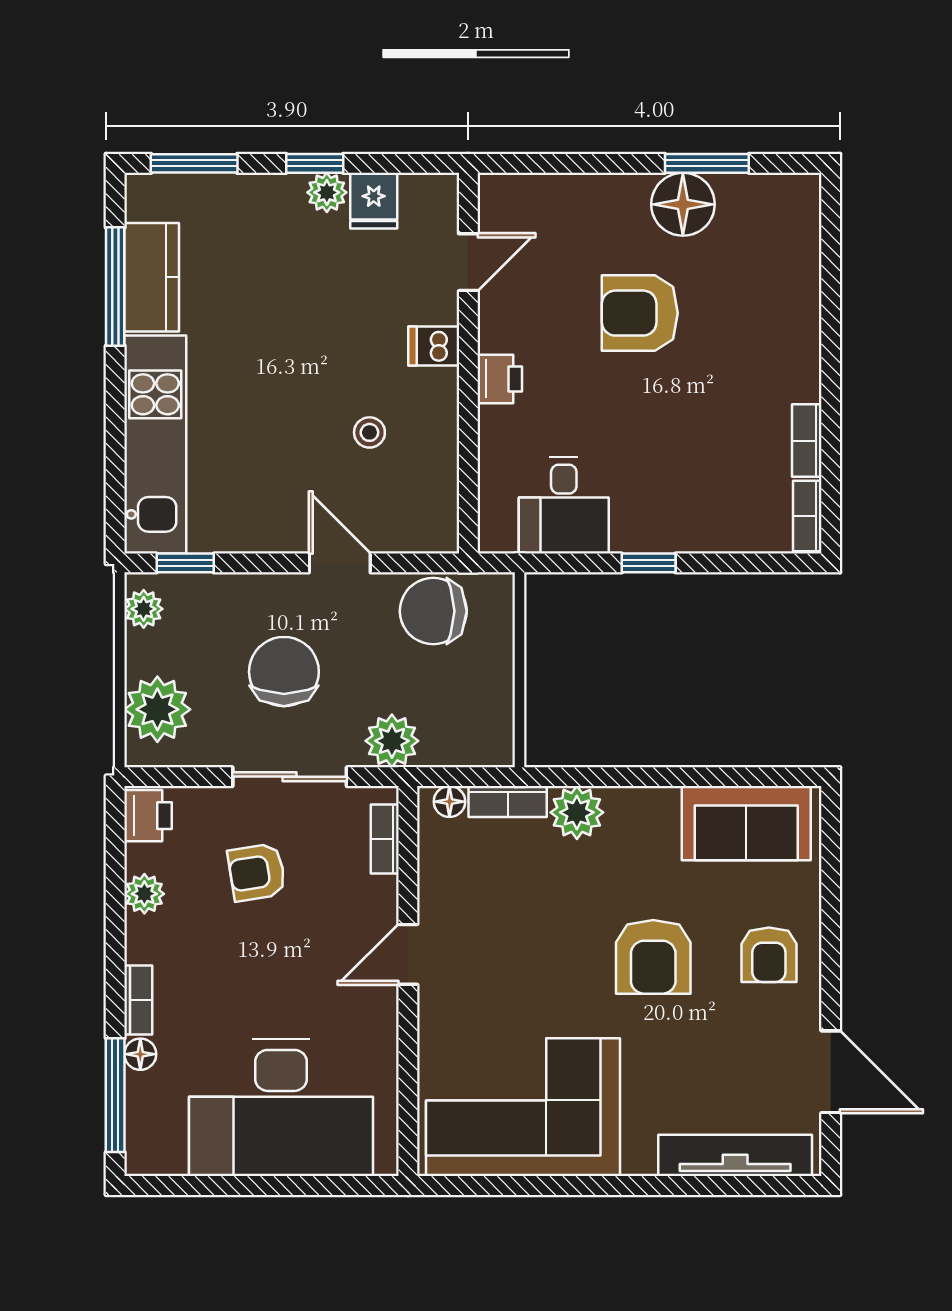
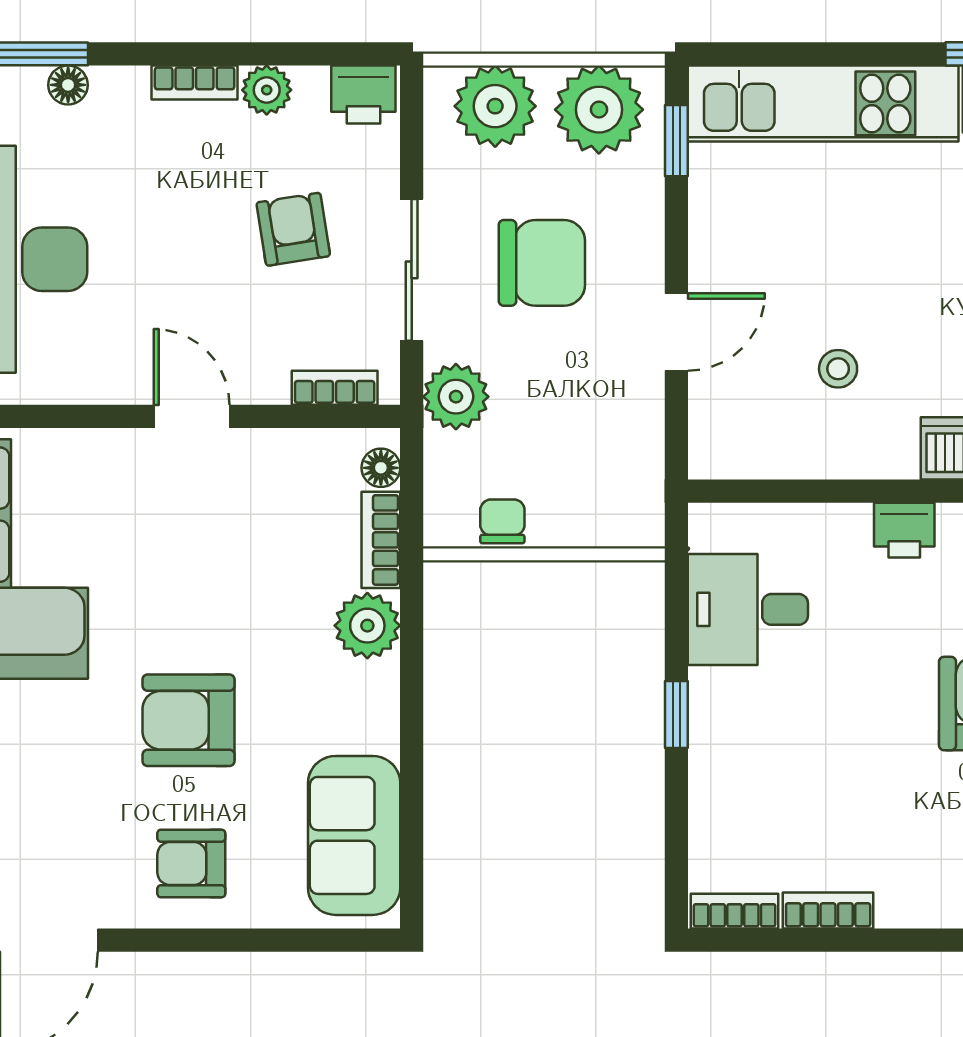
plant: (144, 609) -> (599, 110), width x1.87, depth x1.87
chair: (433, 611) -> (502, 521), moved, width x0.54, depth x0.54
bookcase: (138, 1000) -> (195, 83), moved

